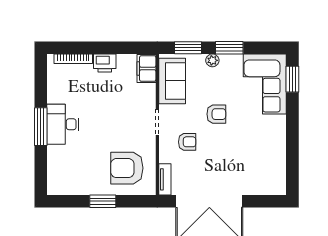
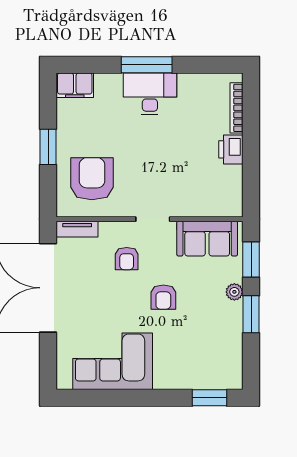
filing cabinet: (146, 69) -> (75, 85), moved, turned 180
corner sofa: (265, 84) -> (113, 361), moved

